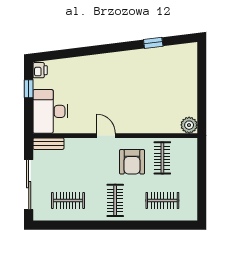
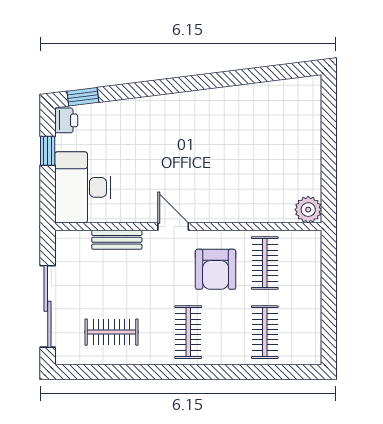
window: (153, 43) -> (83, 97), moved
bench: (48, 144) -> (117, 240), moved
clothes rail: (162, 200) -> (265, 332), turned 90

